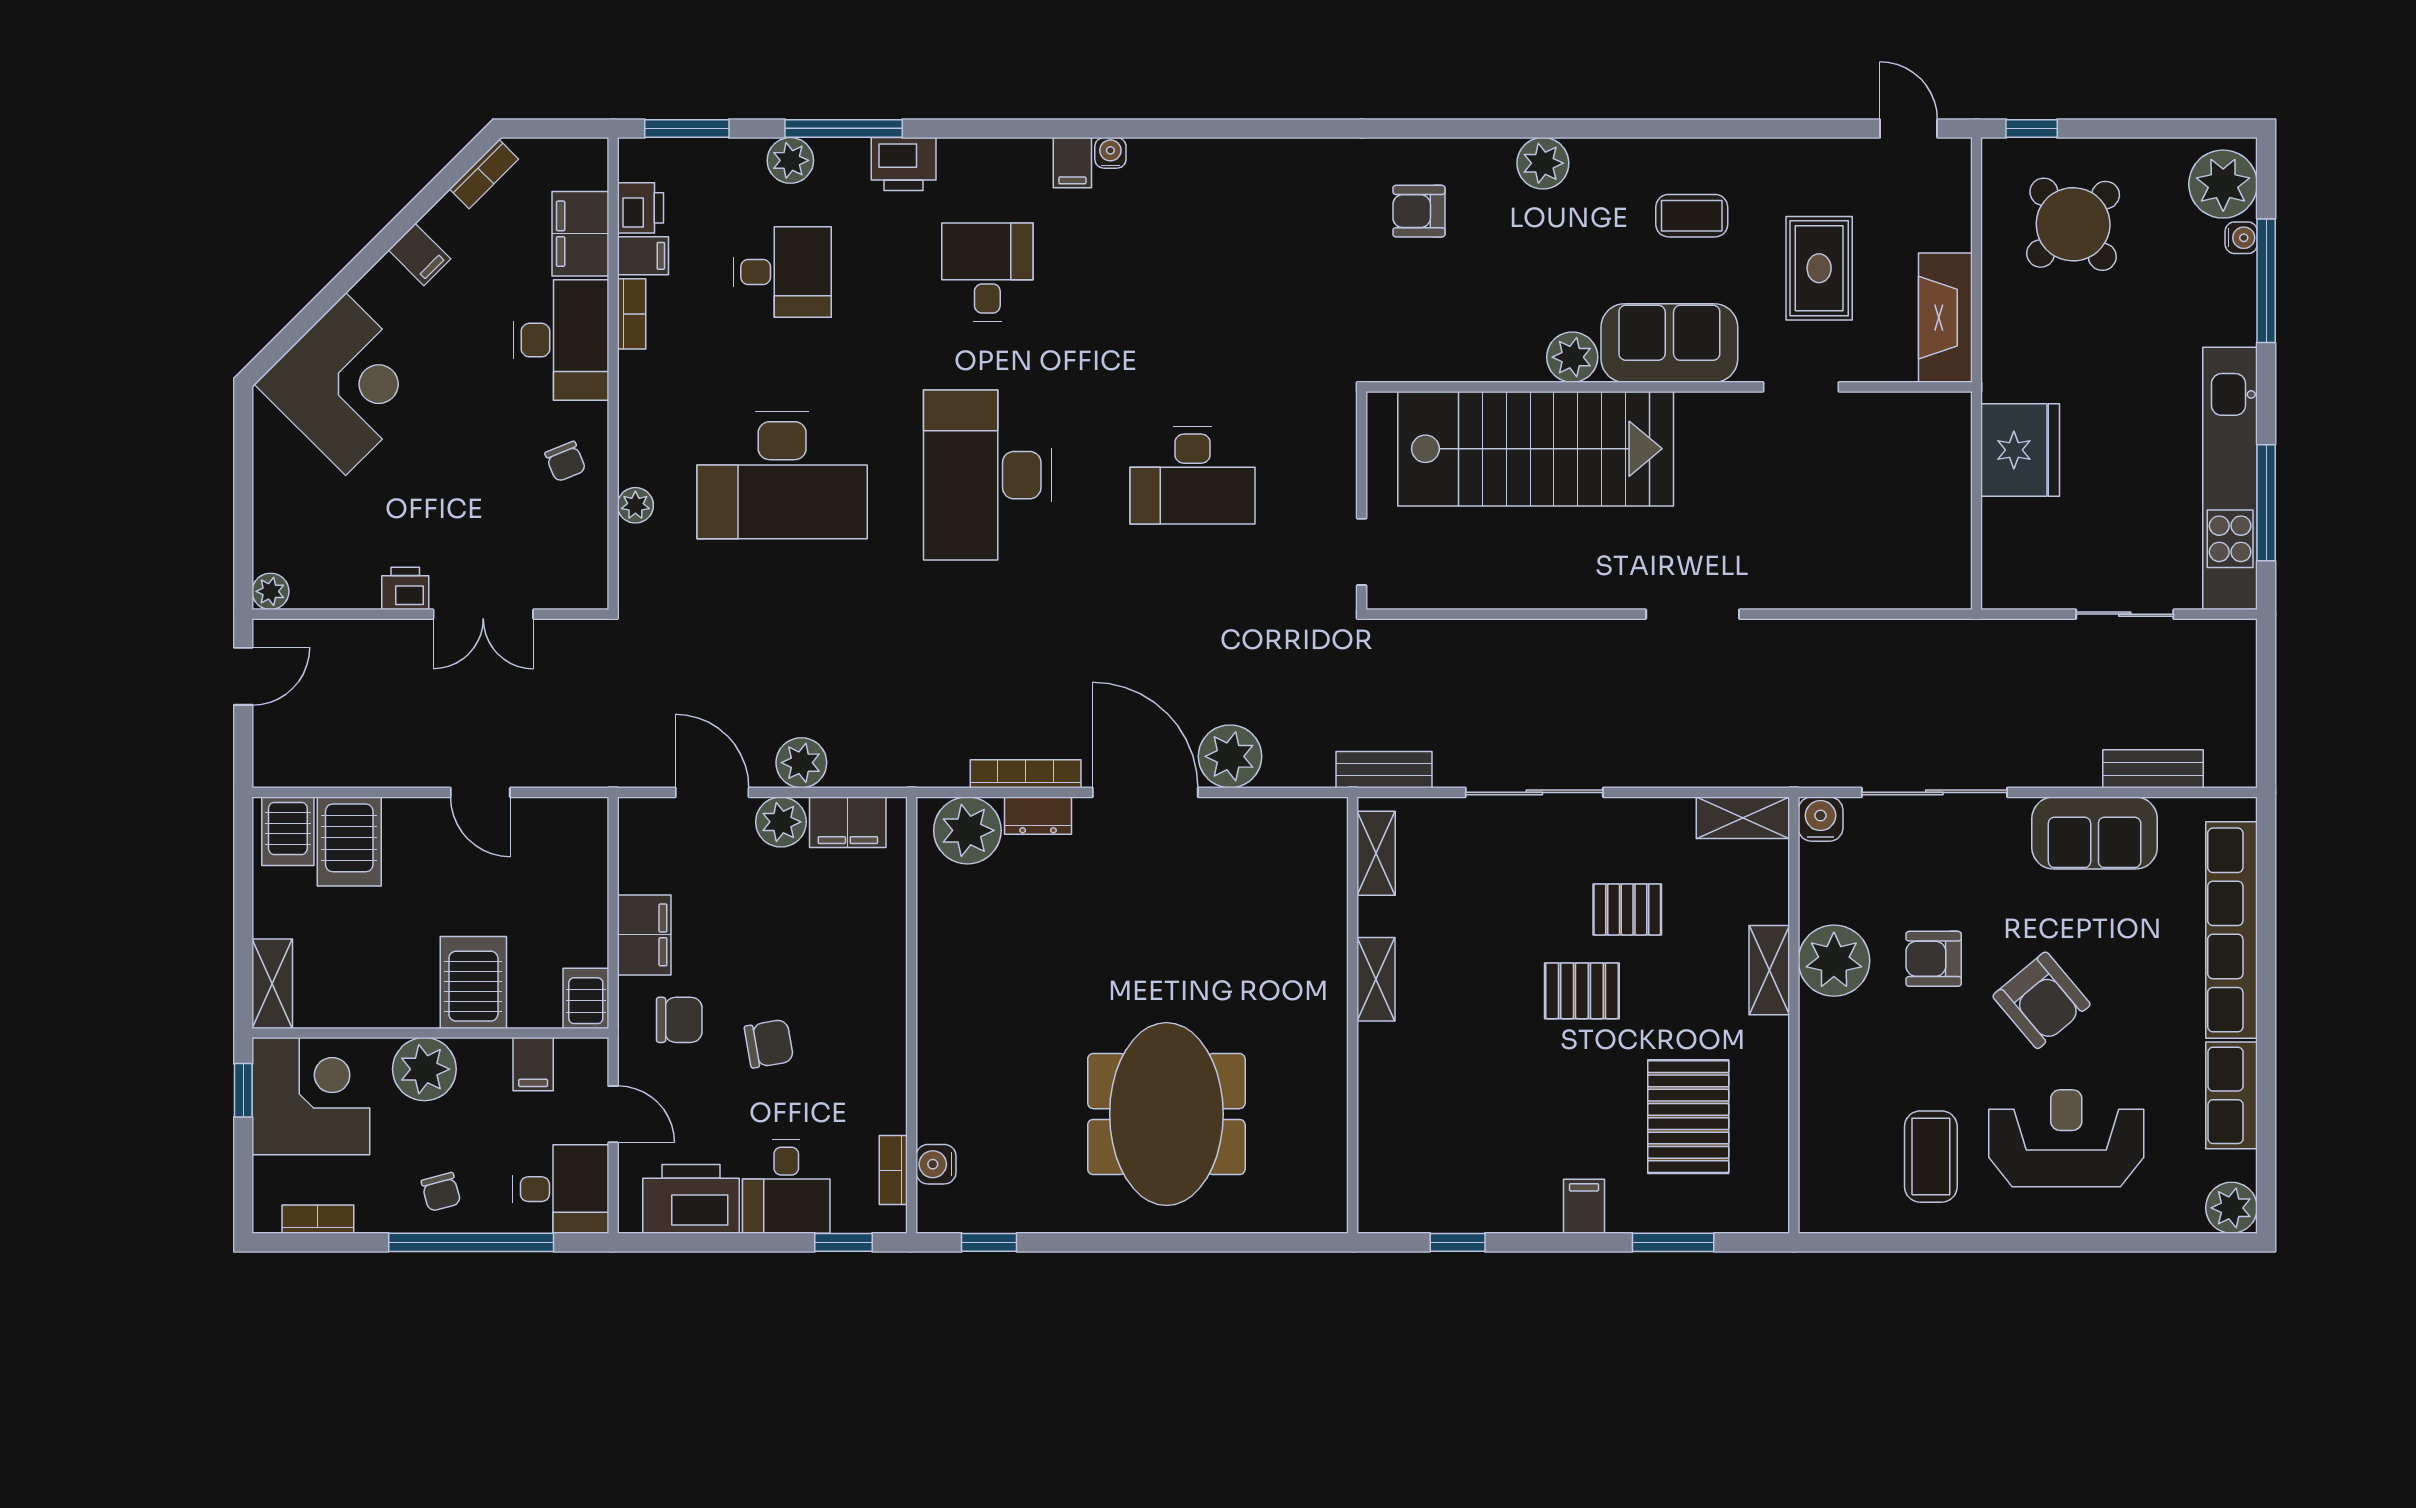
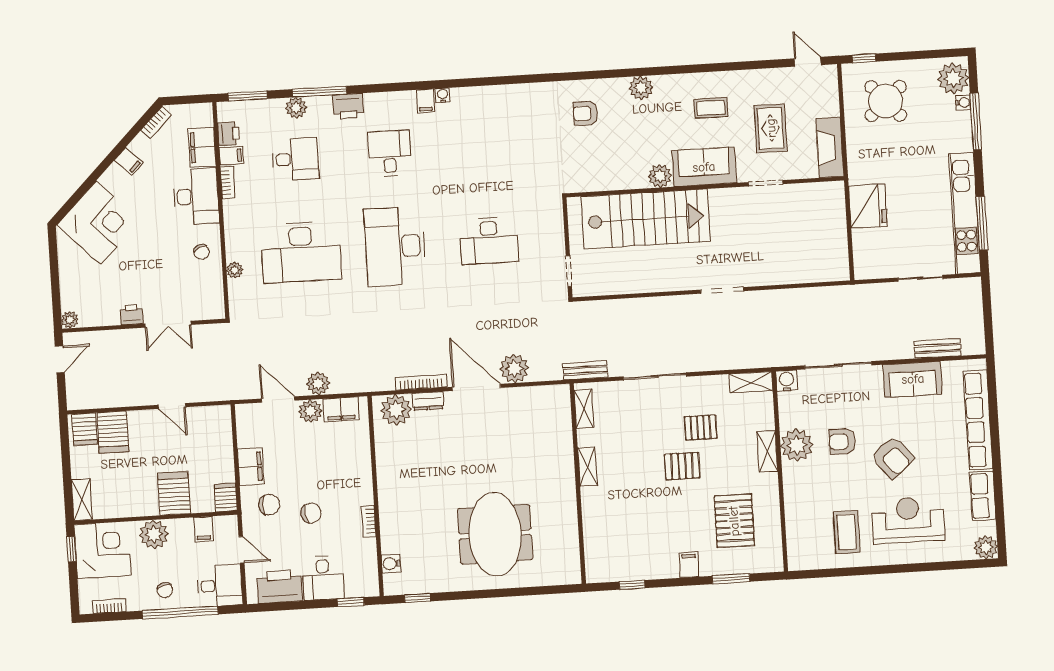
bookcase: (893, 1170) -> (369, 521), moved

